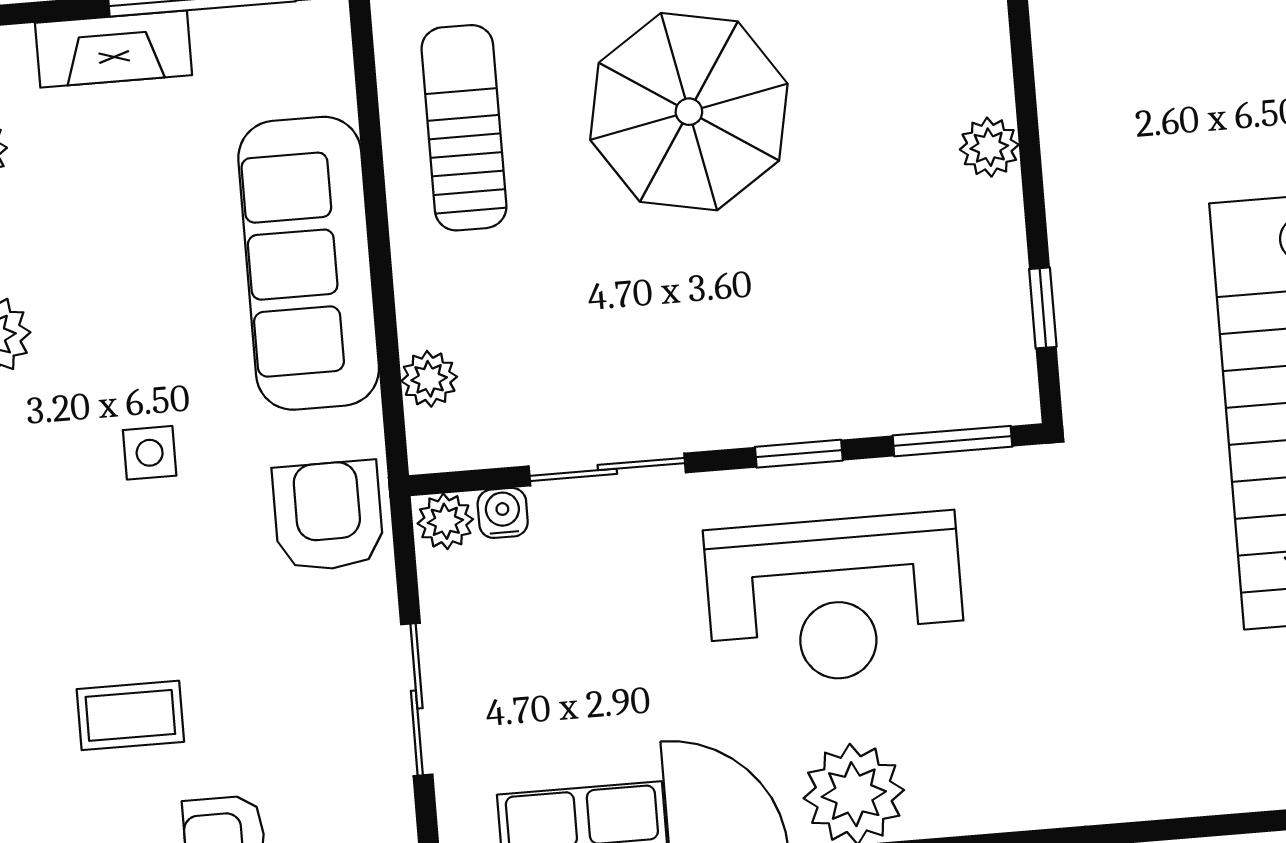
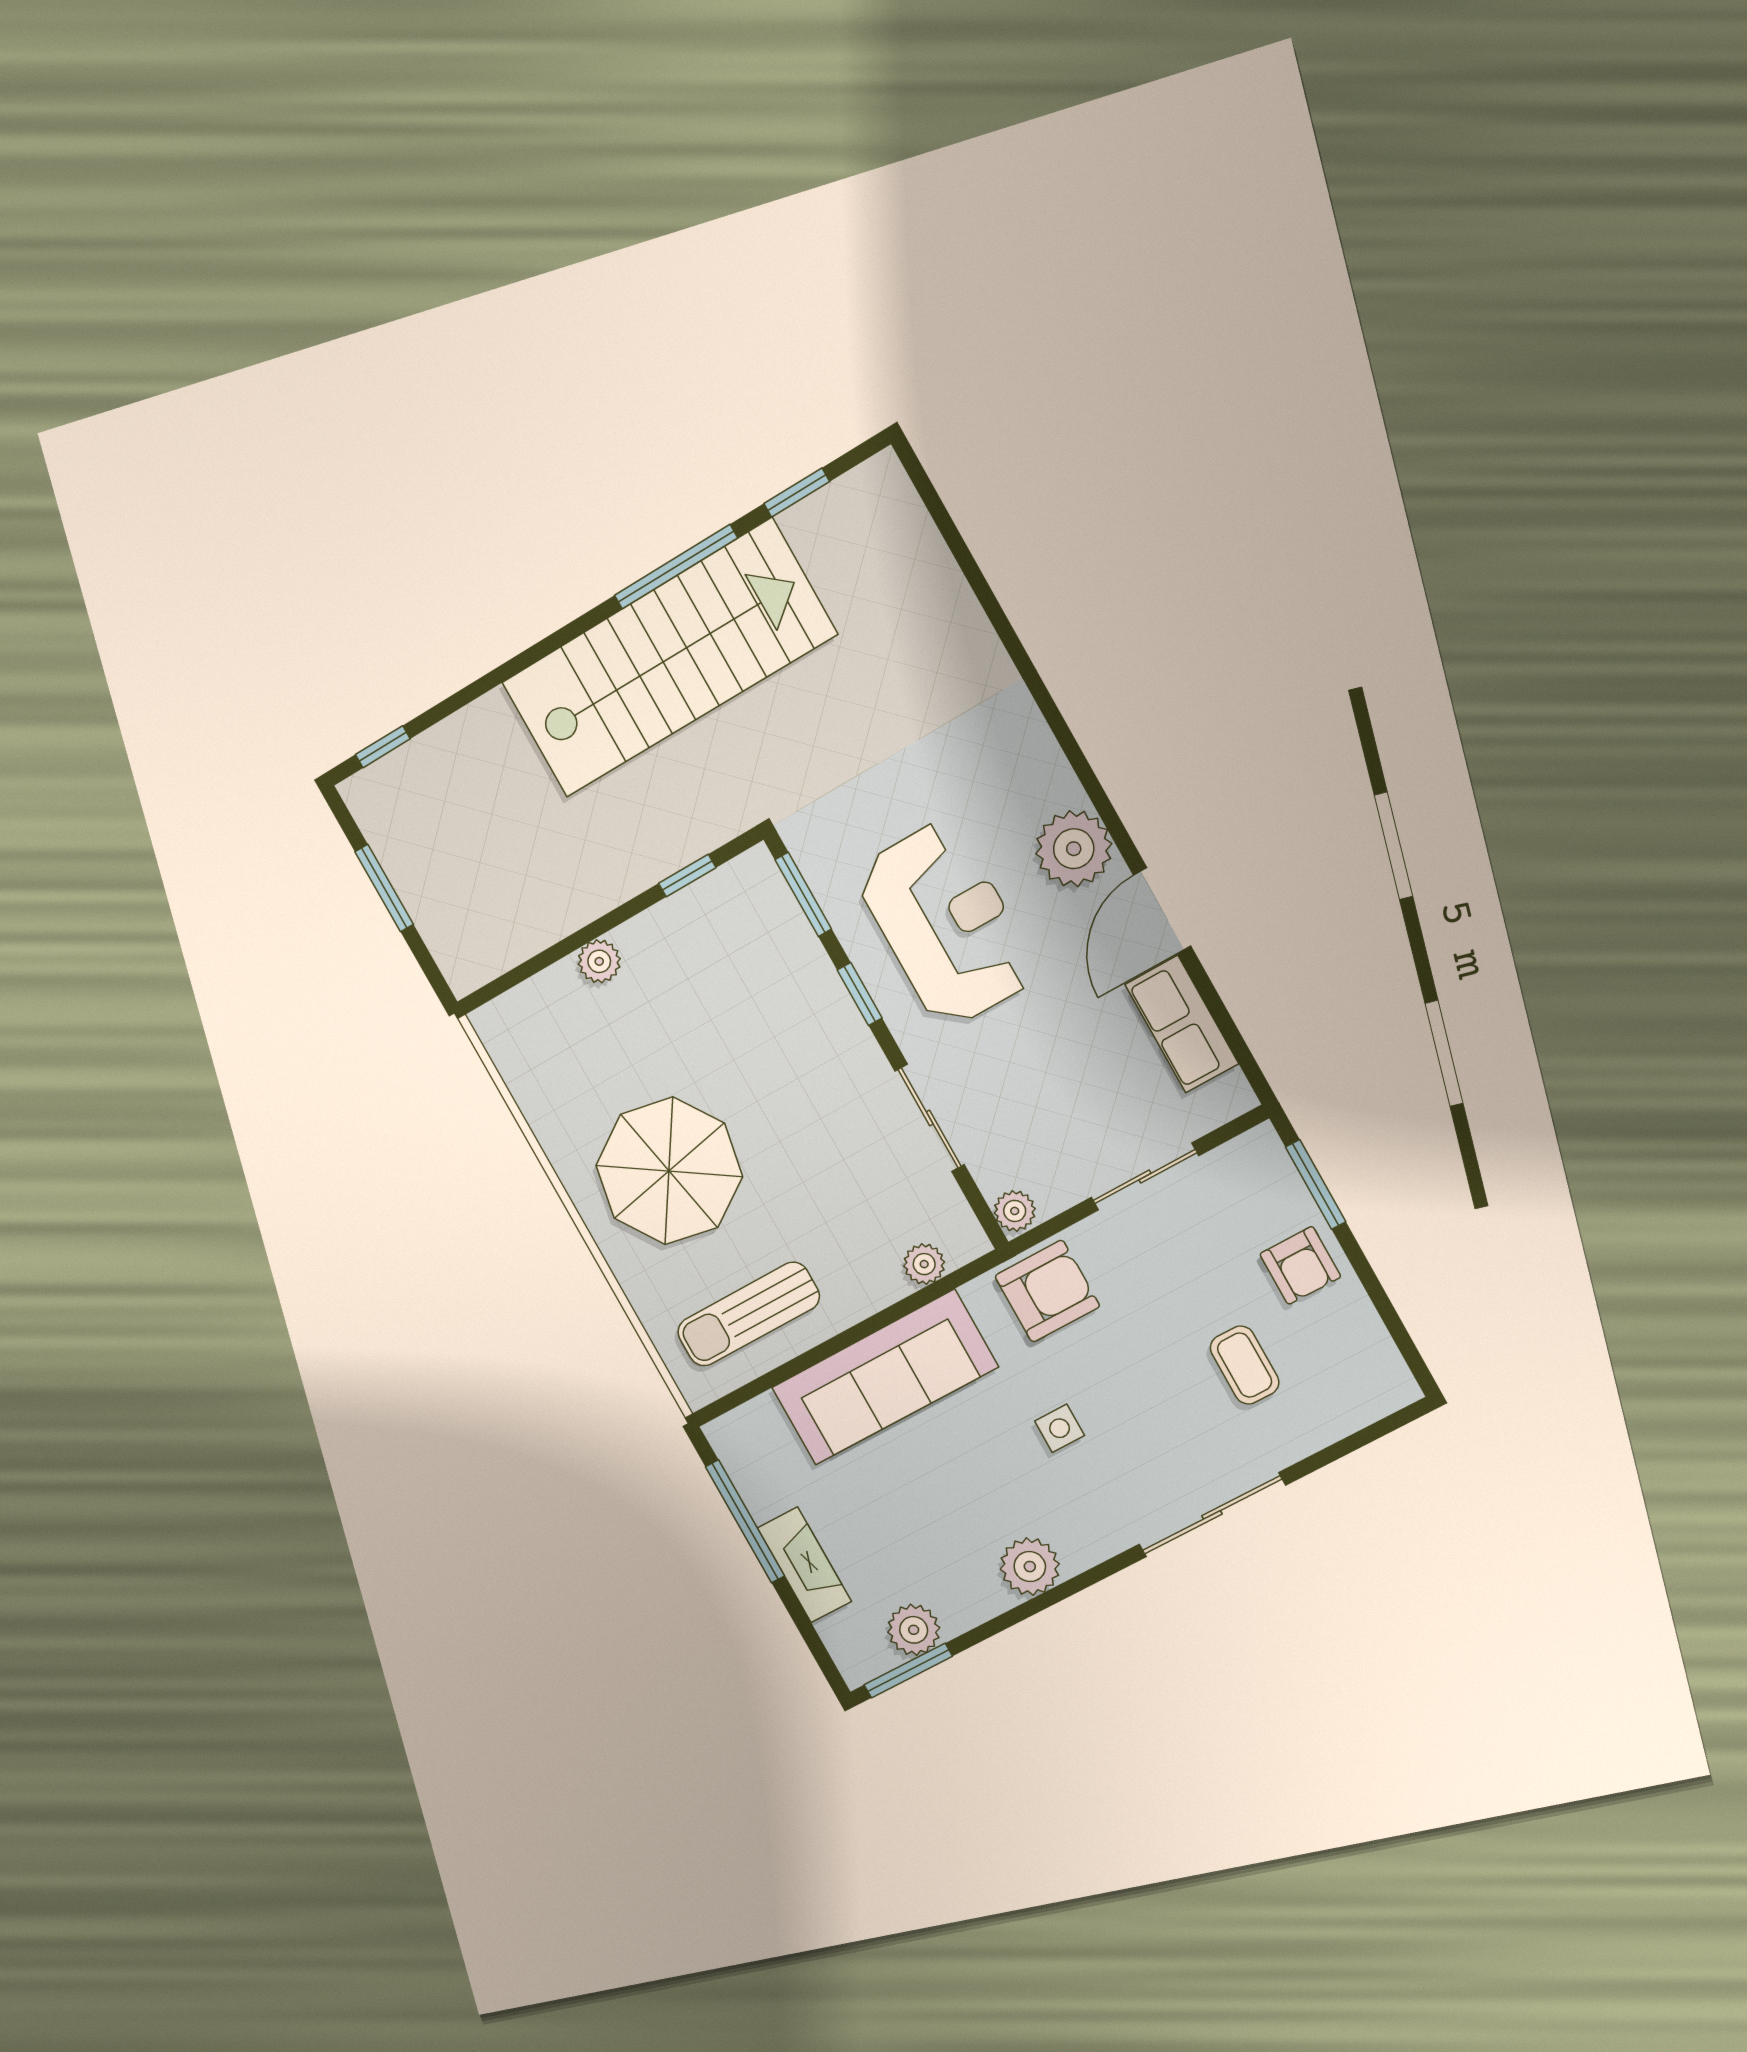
water cooler: (503, 513) -> (991, 1175), removed
armchair: (328, 516) -> (1047, 1291), turned 180

